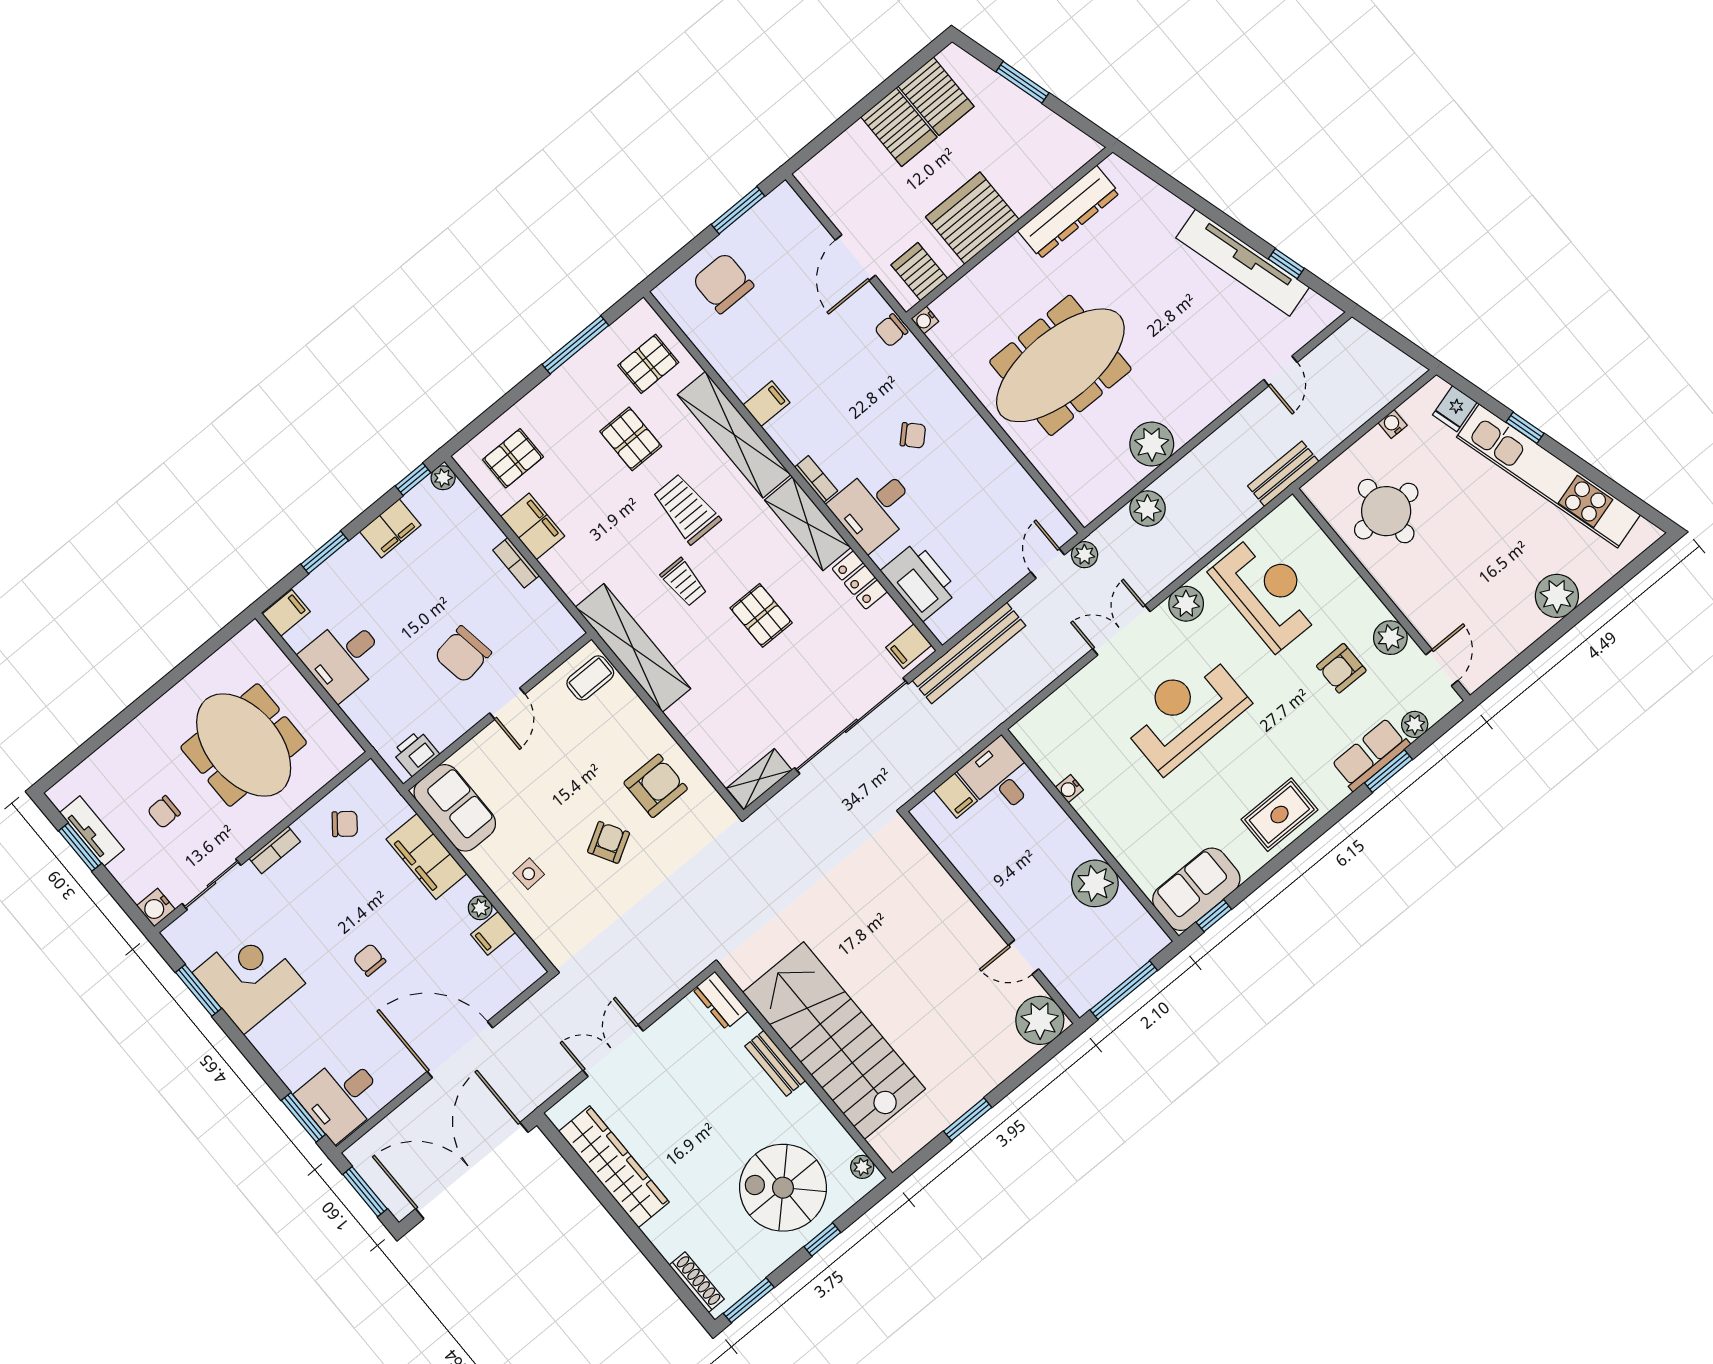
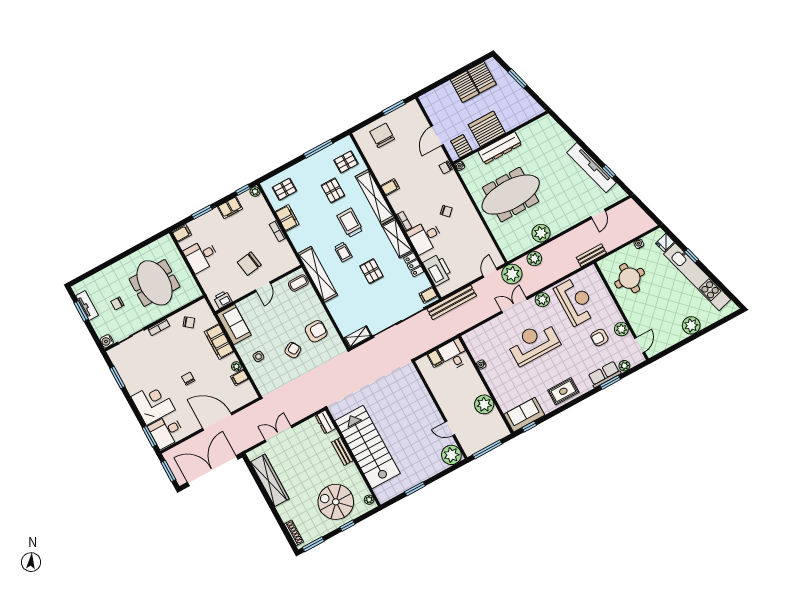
dresser: (1069, 212) -> (500, 148), moved
plant: (1085, 555) -> (512, 274), width x1.88, depth x1.88
corner desk: (249, 978) -> (153, 403), moved

